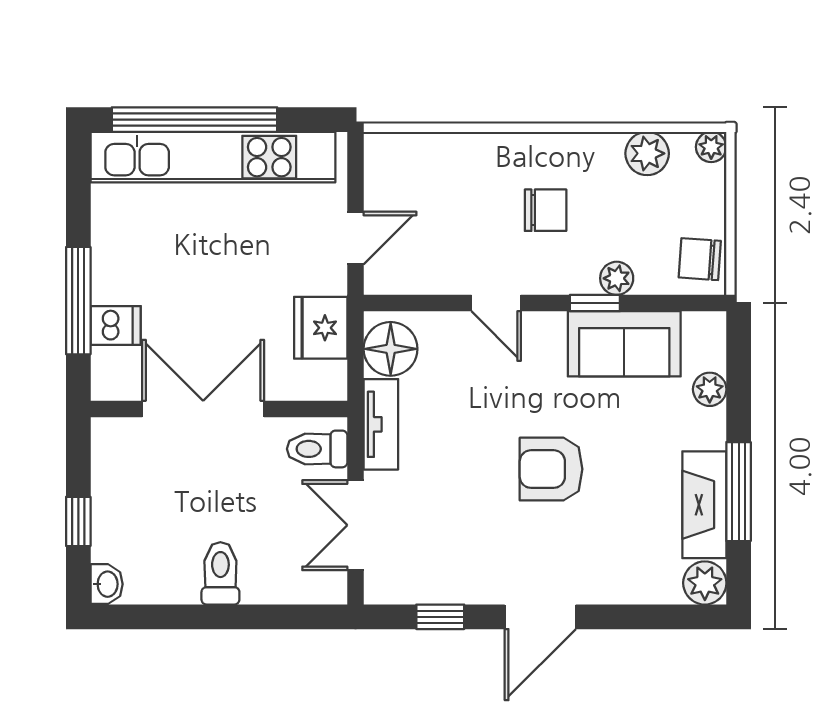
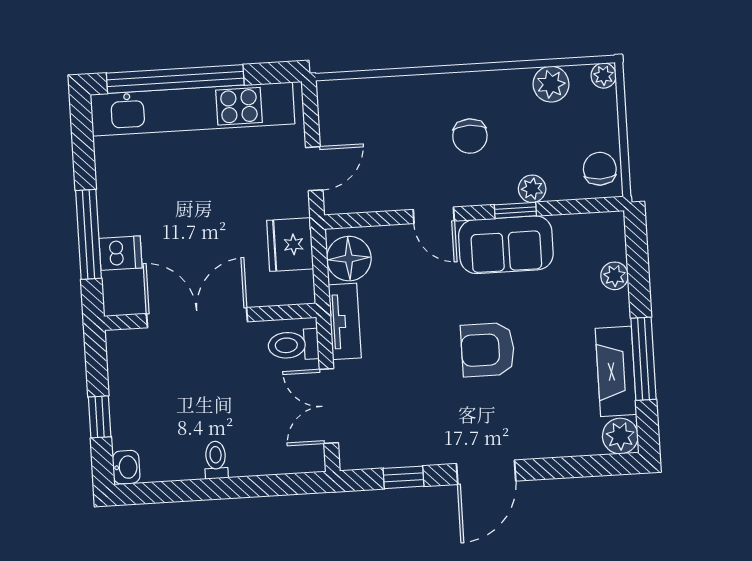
chair: (546, 210) -> (470, 136), turned 90
chair: (700, 259) -> (600, 169), turned 86
sofa: (624, 344) -> (506, 245), moved
toilet: (220, 573) -> (216, 460), width x0.73, depth x0.72

